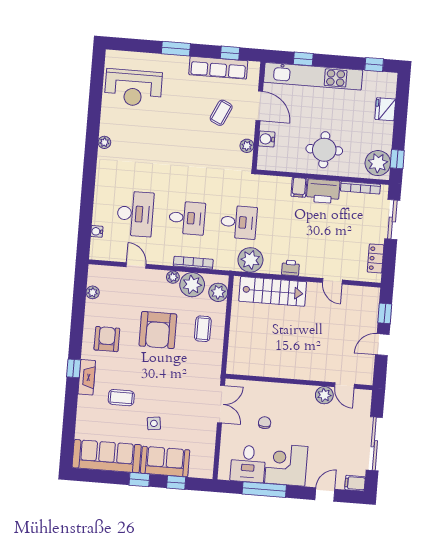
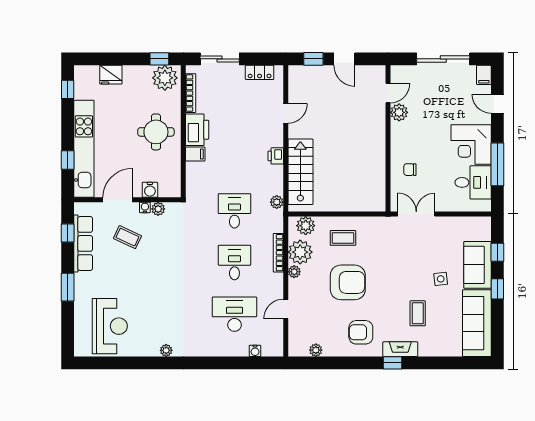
water cooler: (249, 133) -> (145, 207), added
plant: (250, 260) -> (277, 202), width x0.53, depth x0.53
chair: (265, 423) -> (410, 170), moved

